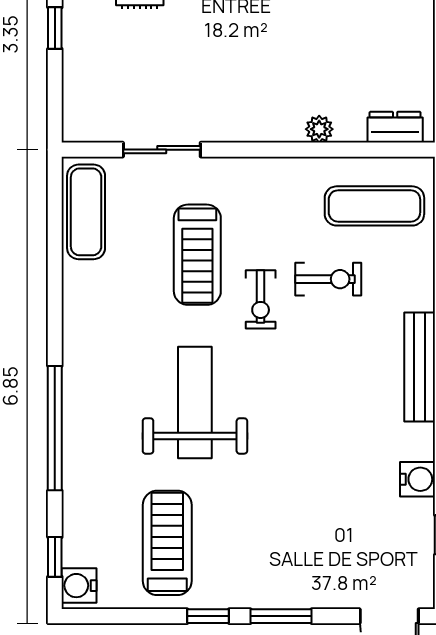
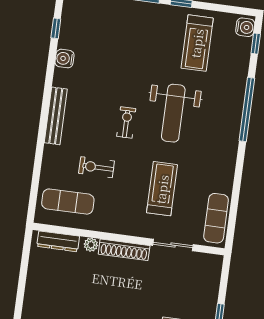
dresser: (395, 127) -> (58, 241), width x1.44
shoe rack: (254, 128) -> (124, 250), added
exercise bike: (261, 299) -> (126, 122), moved

